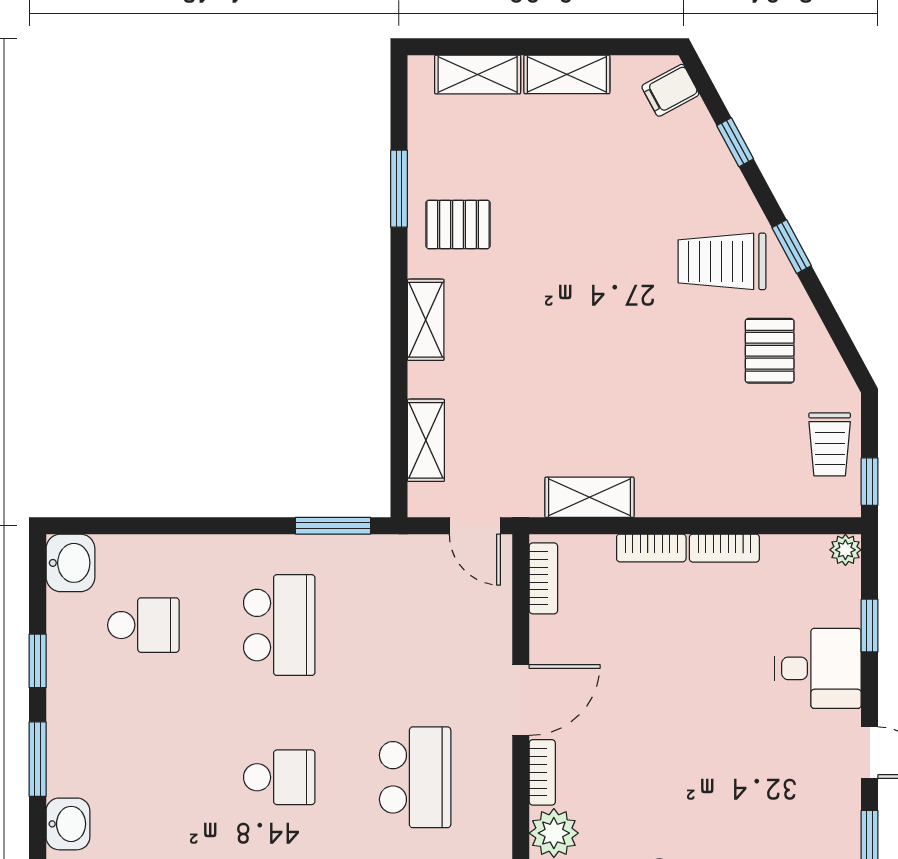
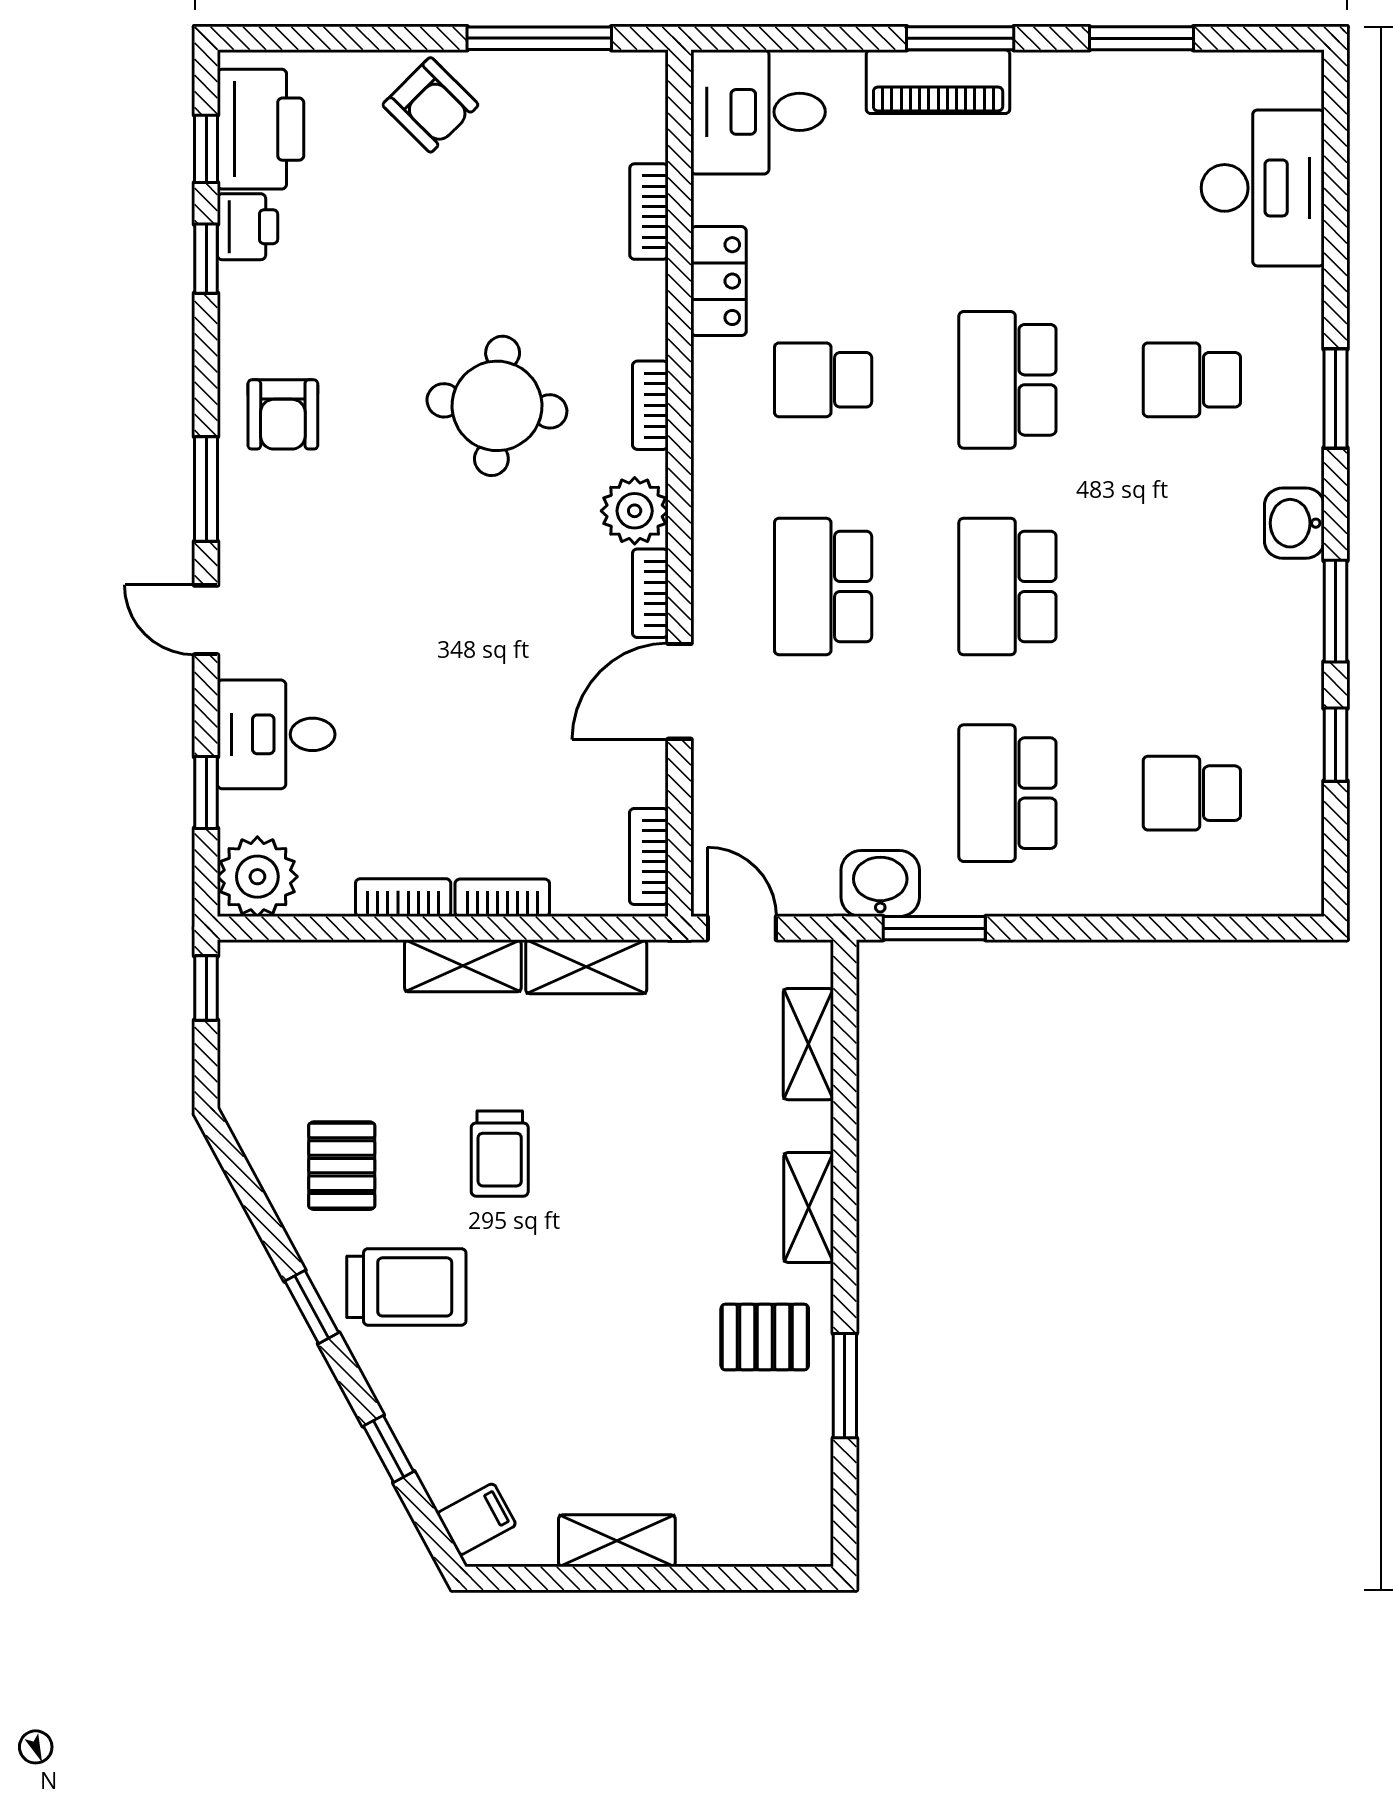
shelving: (478, 74) -> (463, 966), moved
trolley: (830, 444) -> (500, 1154), moved, turned 180
plant: (845, 550) -> (257, 877), width x1.88, depth x1.88
washbasin: (70, 563) -> (880, 884), moved, turned 90
school desk: (279, 777) -> (1007, 586), width x1.85

